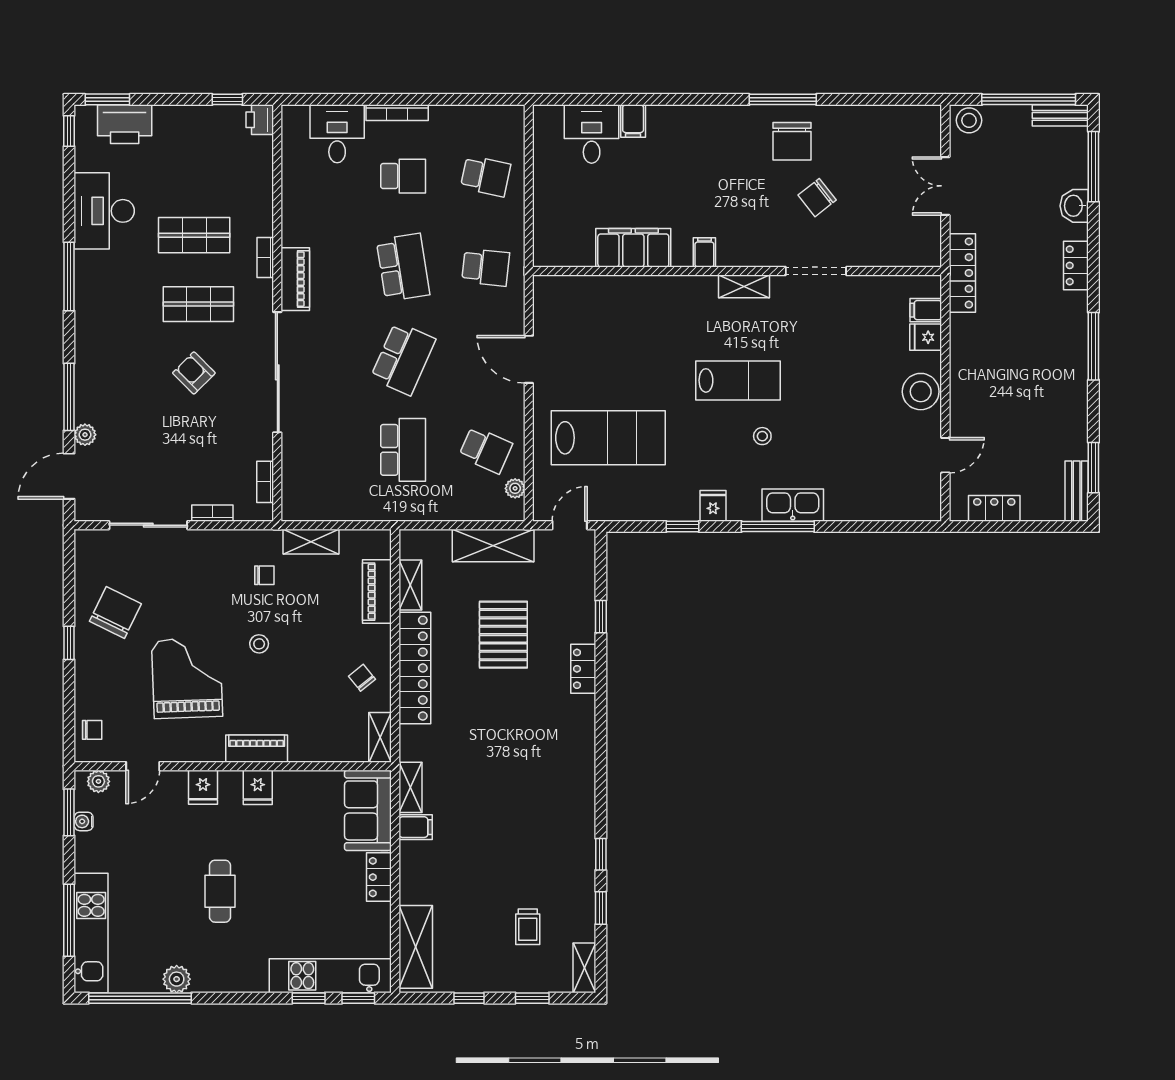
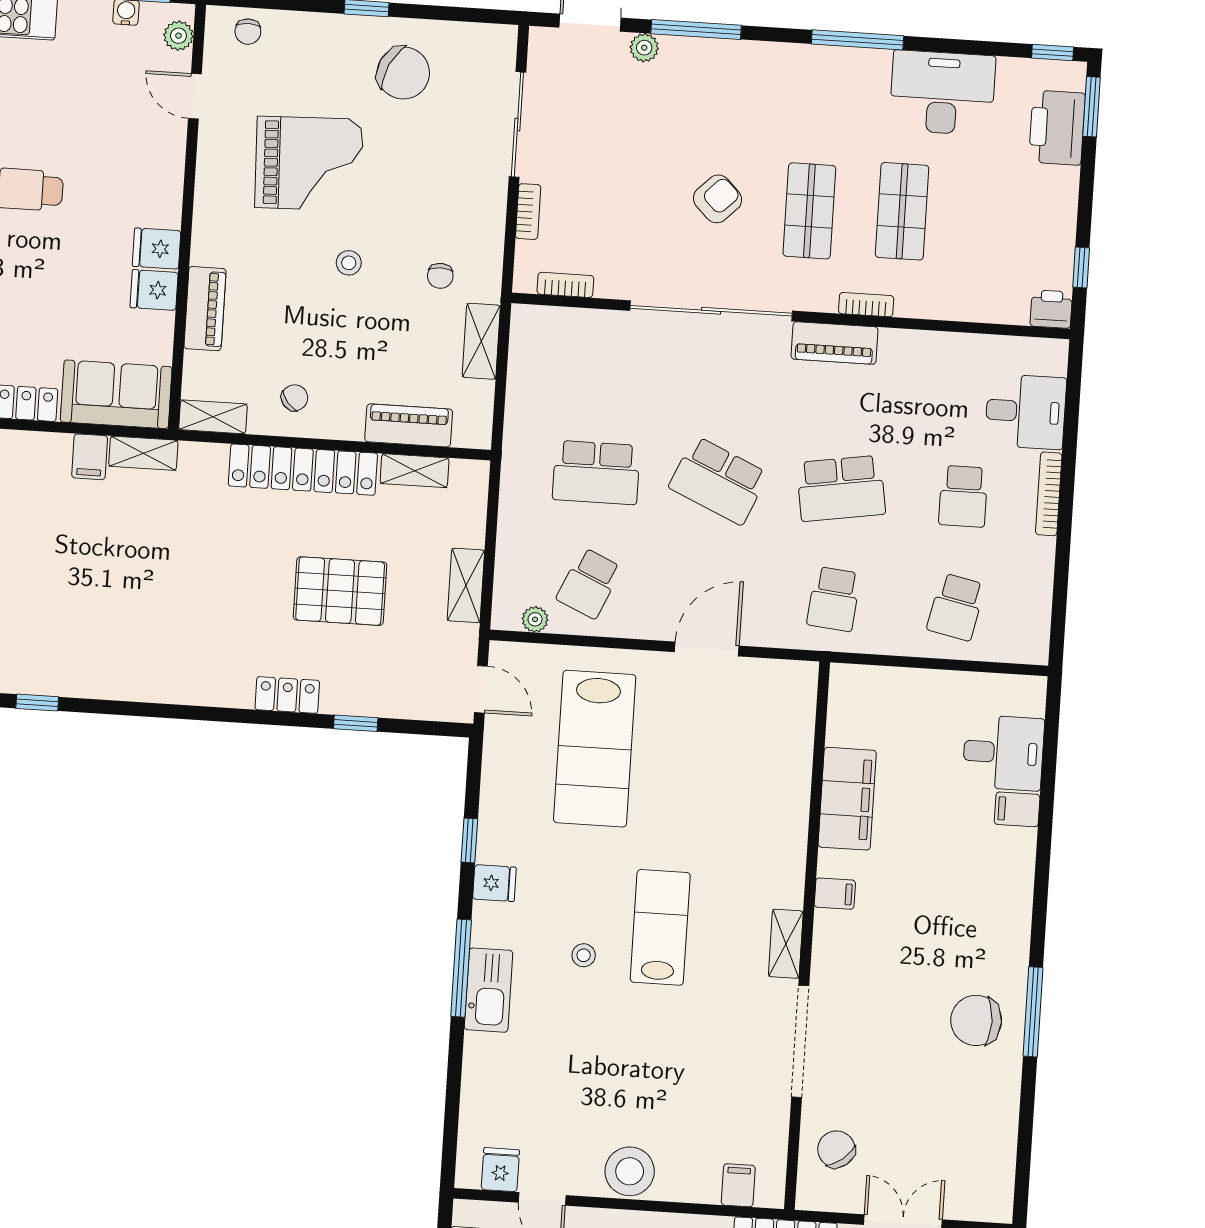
chair: (817, 198) -> (836, 1149), moved
doorway: (816, 271) -> (800, 1041), width x1.36
fridge: (926, 337) -> (500, 1170), moved
lab bench: (738, 380) -> (660, 927), turned 180
shelving: (493, 545) -> (466, 585), width x0.67, depth x0.75
piano: (257, 749) -> (205, 309), moved
fridge: (203, 787) -> (154, 290), moved

